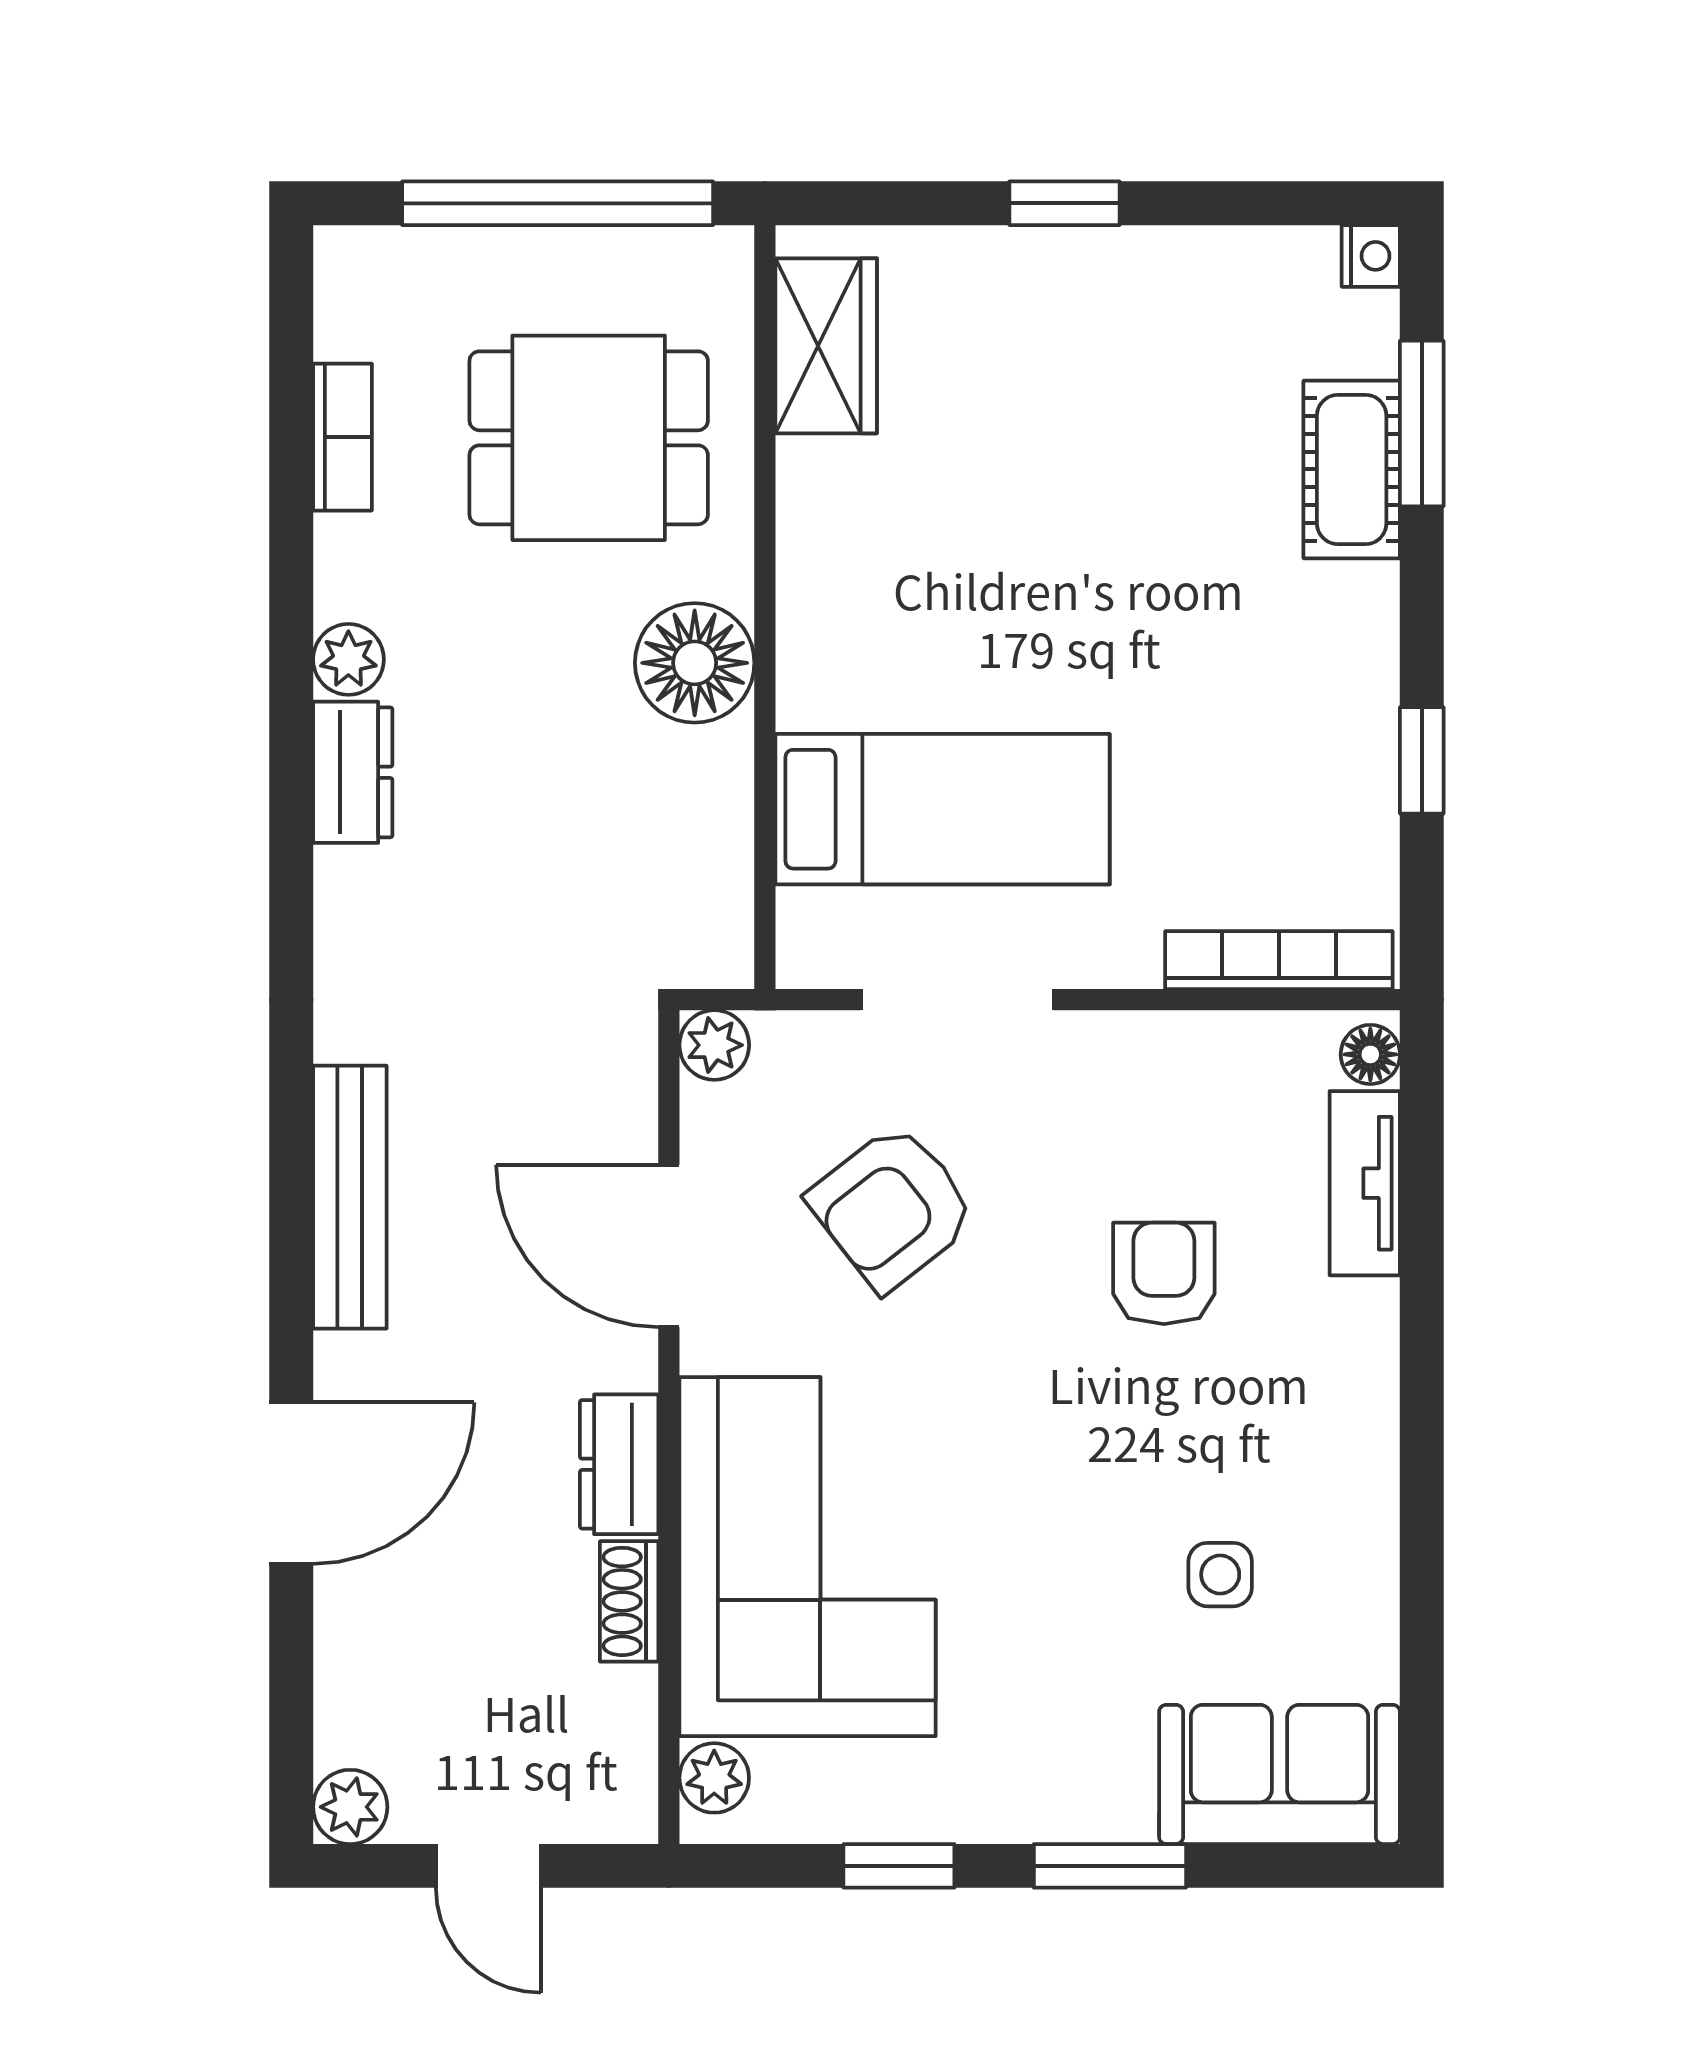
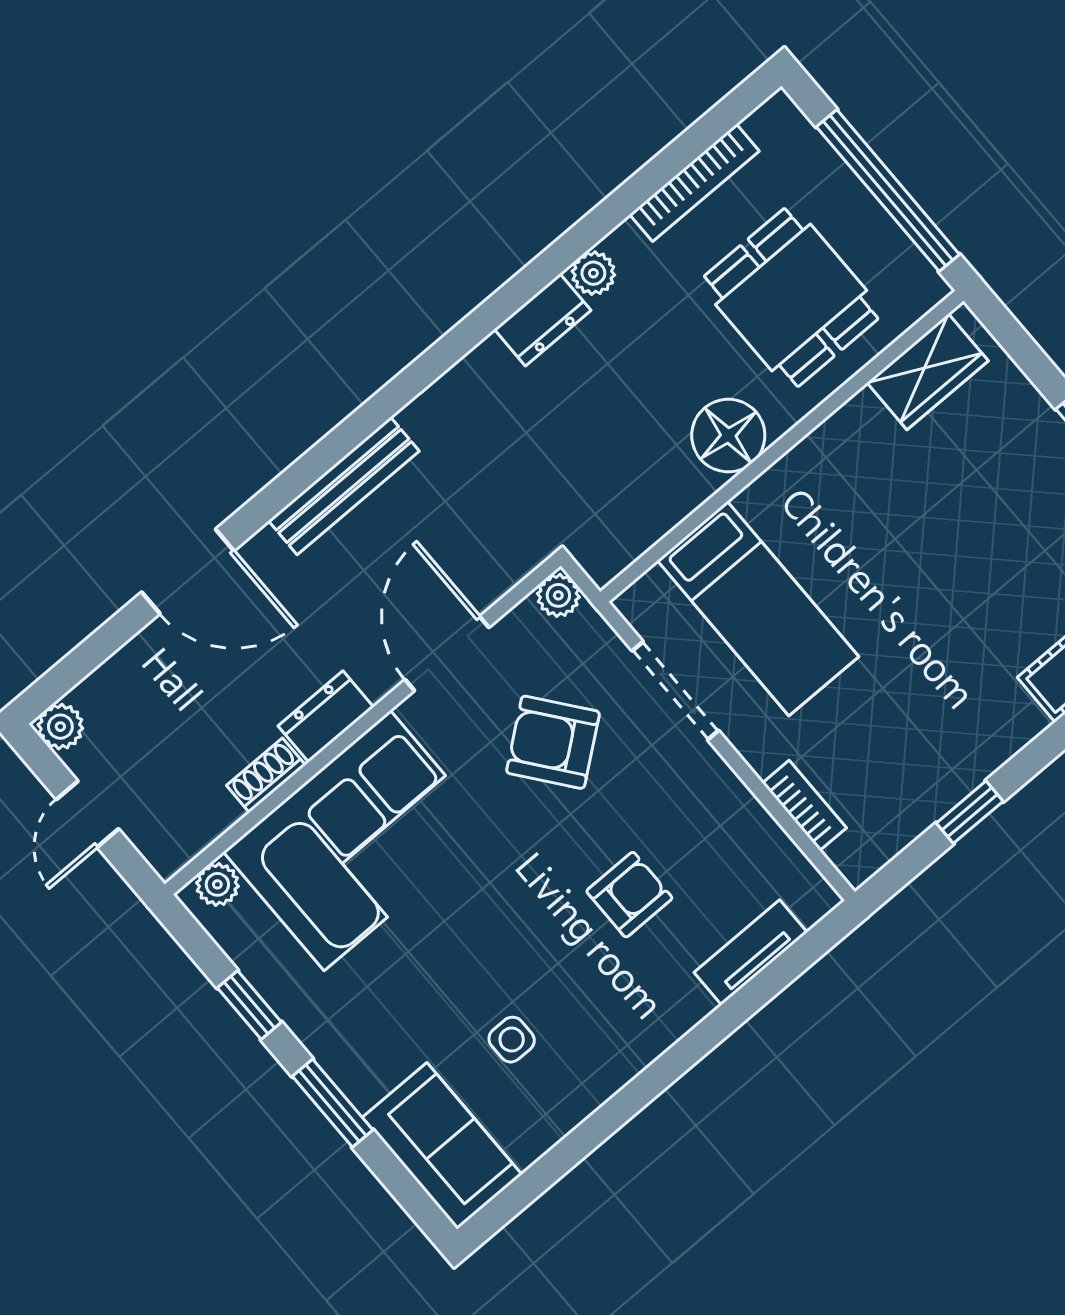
bookcase: (342, 437) -> (694, 183), width x1.56
bookcase: (1279, 960) -> (804, 805), width x0.64
floor lamp: (1370, 1054) -> (813, 904), removed

